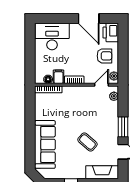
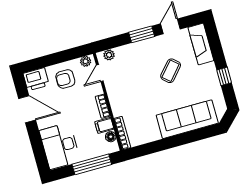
door: (89, 19) -> (27, 109), hinge flipped
armchair: (104, 56) -> (65, 79), turned -90
window: (30, 58) -> (92, 164), added
door: (102, 85) -> (100, 73), hinge flipped

